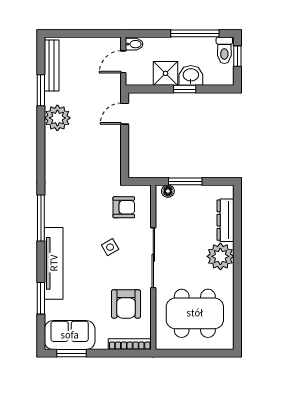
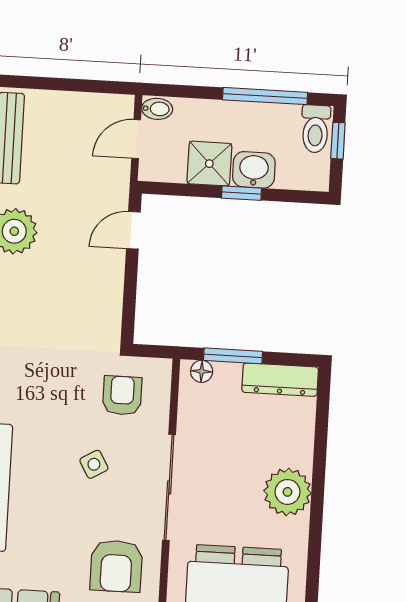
armchair: (124, 207) -> (122, 395), turned -90
dresser: (226, 220) -> (280, 380), moved, turned -90

